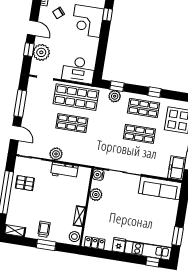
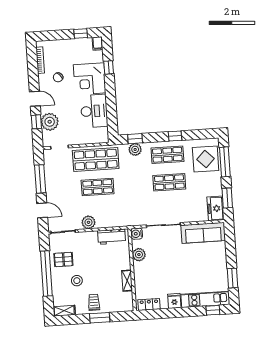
desk: (79, 70) -> (94, 111), moved, turned -90
workbench: (64, 171) -> (112, 237), moved
stool: (74, 237) -> (77, 281), moved

